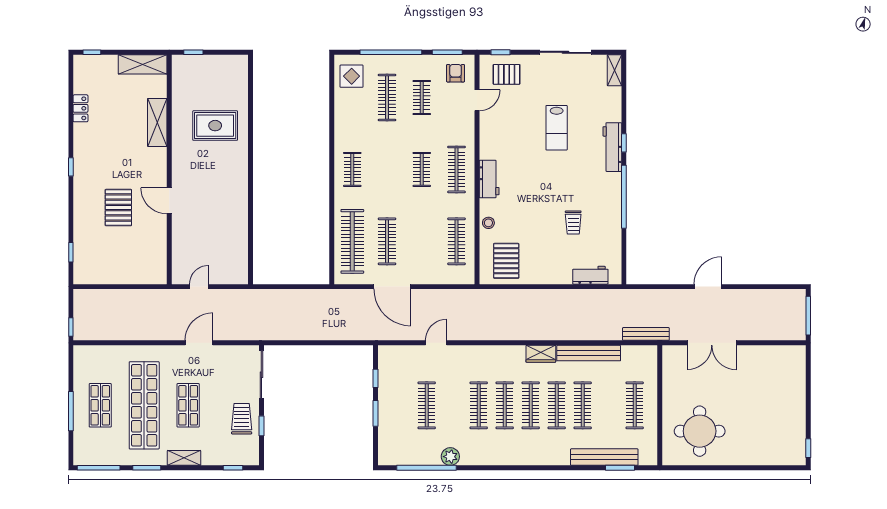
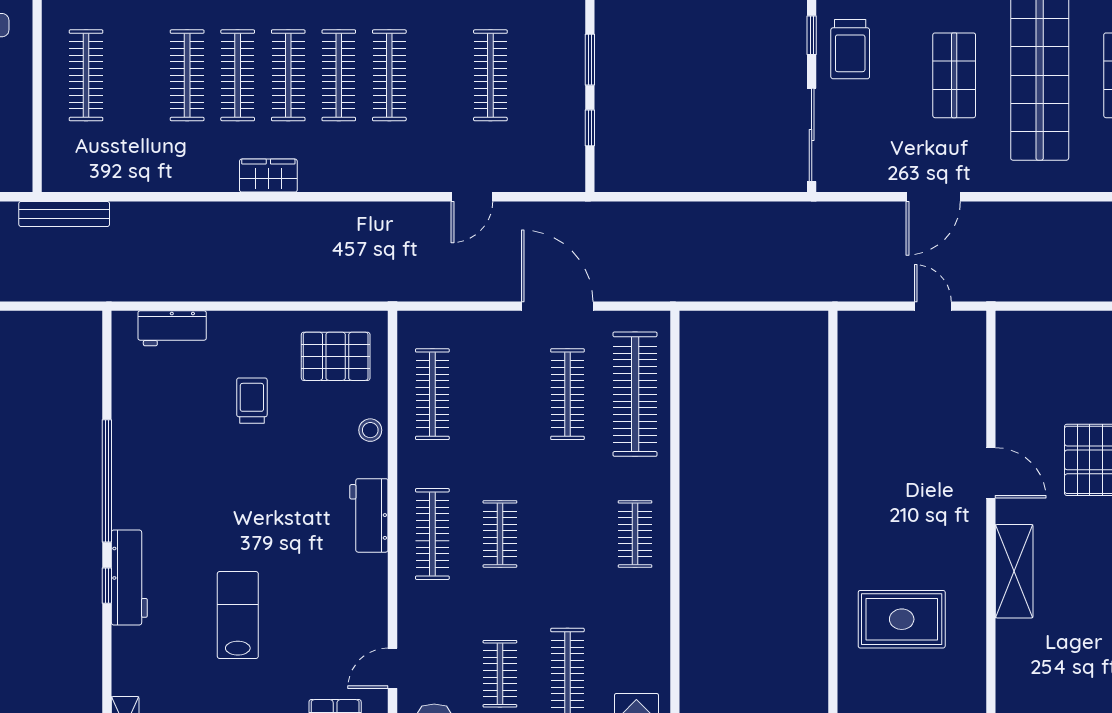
shelving: (157, 122) -> (1014, 571), moved
trolley: (573, 223) -> (252, 401), moved
pallet: (506, 261) -> (336, 356), turned 90
door: (199, 287) -> (933, 306), swing flipped
bench: (589, 353) -> (175, 177), removed

